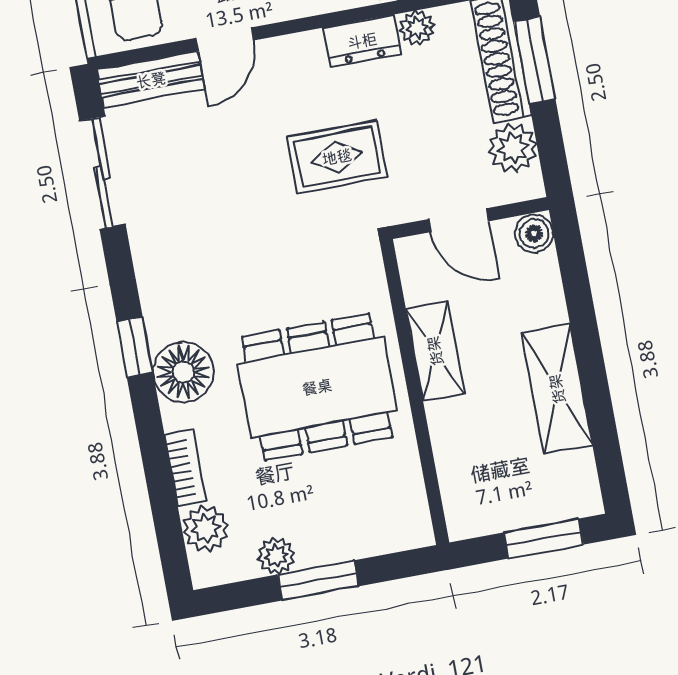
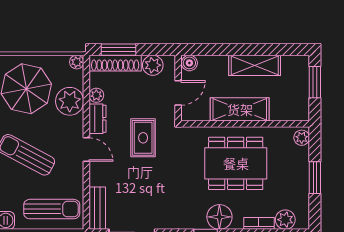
door: (225, 39) -> (86, 150), moved
shelving: (435, 351) -> (240, 109), width x1.50, depth x1.33
dining table: (317, 387) -> (236, 163), turned 90
plant: (276, 556) -> (302, 138), moved

